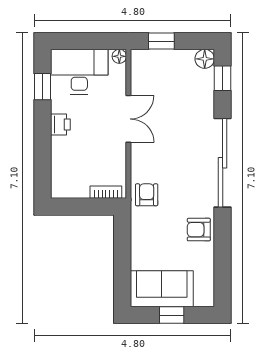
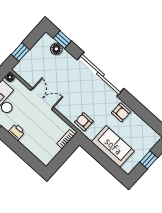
floor lamp: (205, 59) -> (56, 49), moved
armchair: (199, 230) -> (121, 112), turned -90
sofa: (162, 289) -> (113, 146), moved, turned 90

